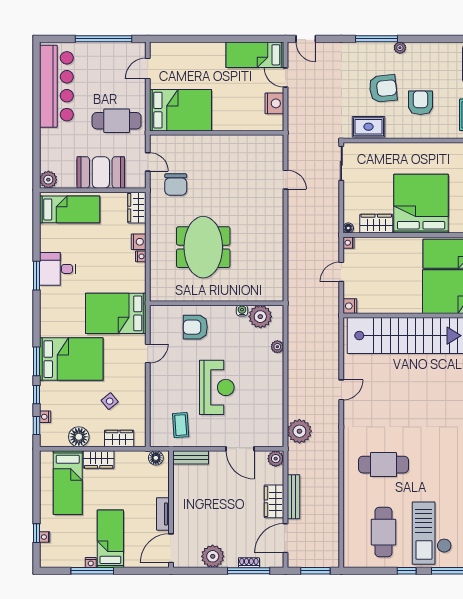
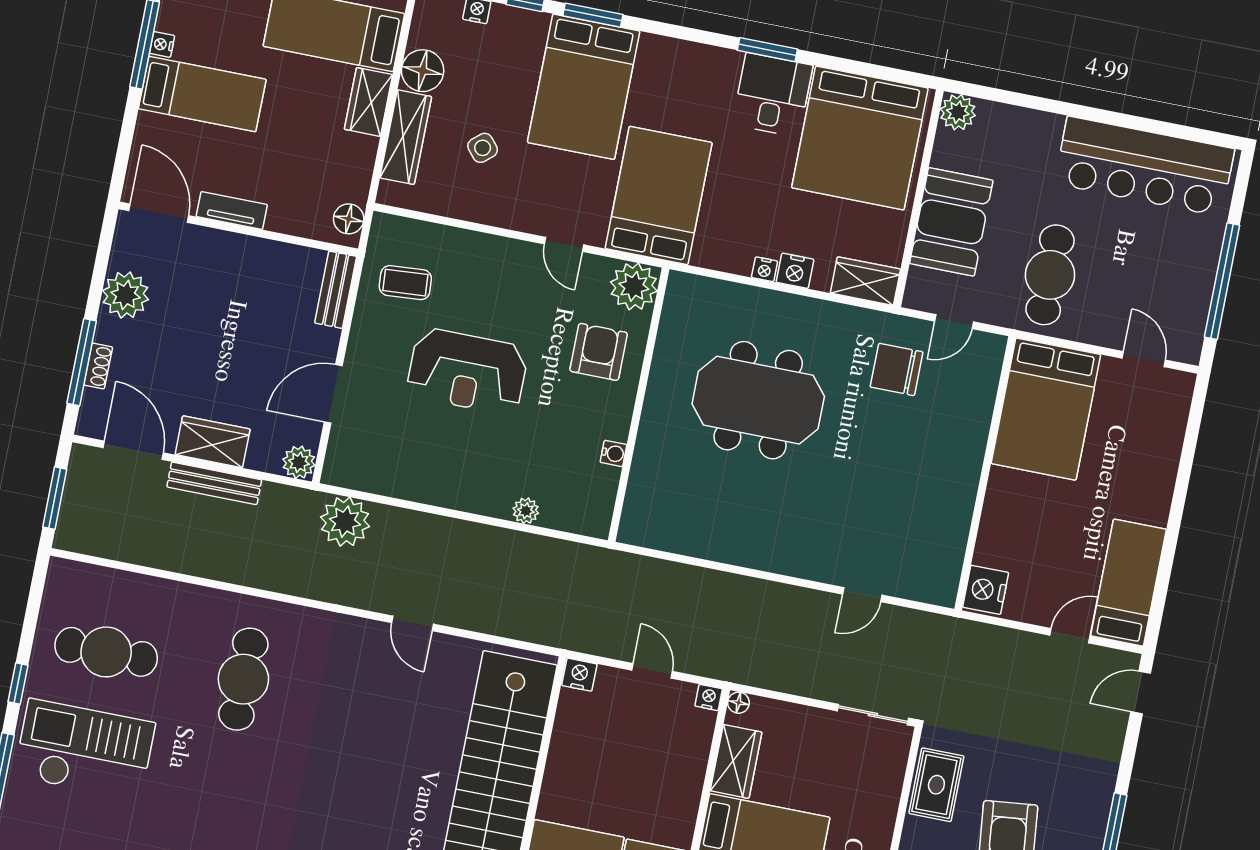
nightstand: (274, 103) -> (986, 590), moved, turned 90
bed: (70, 209) -> (860, 138), width x2.04
plant: (260, 317) -> (634, 286), moved
wardrobe: (119, 439) -> (406, 137), width x1.50

